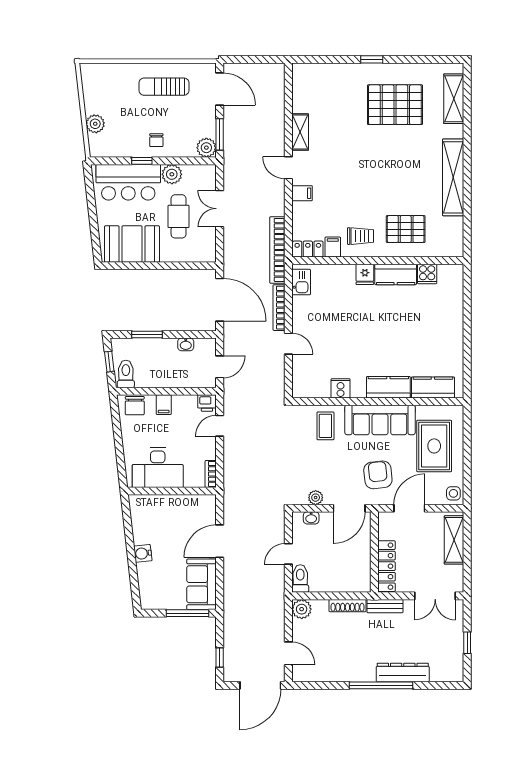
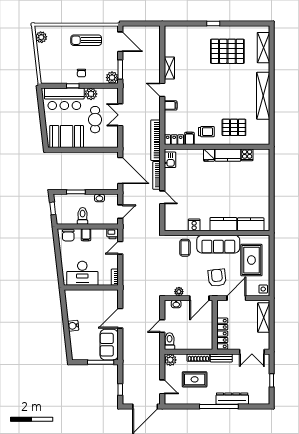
plant: (95, 124) -> (41, 37), moved
toilet: (126, 374) -> (83, 216), moved
rug: (341, 641) -> (195, 379), added

